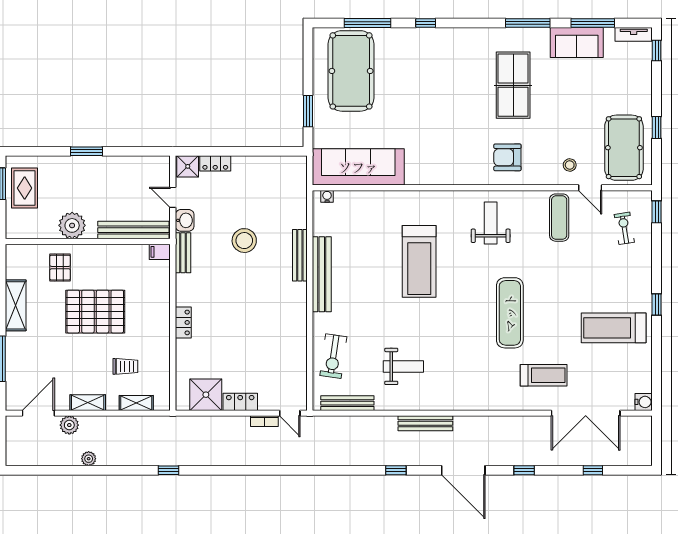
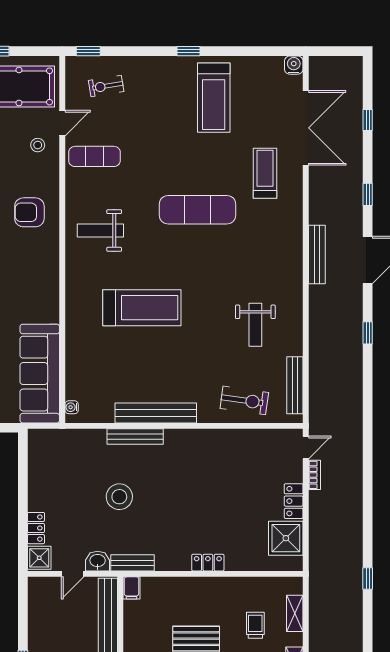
armchair: (507, 157) -> (29, 212), turned 90
weight bench: (403, 366) -> (255, 325), turned 180
bench: (425, 423) -> (317, 255), moved

